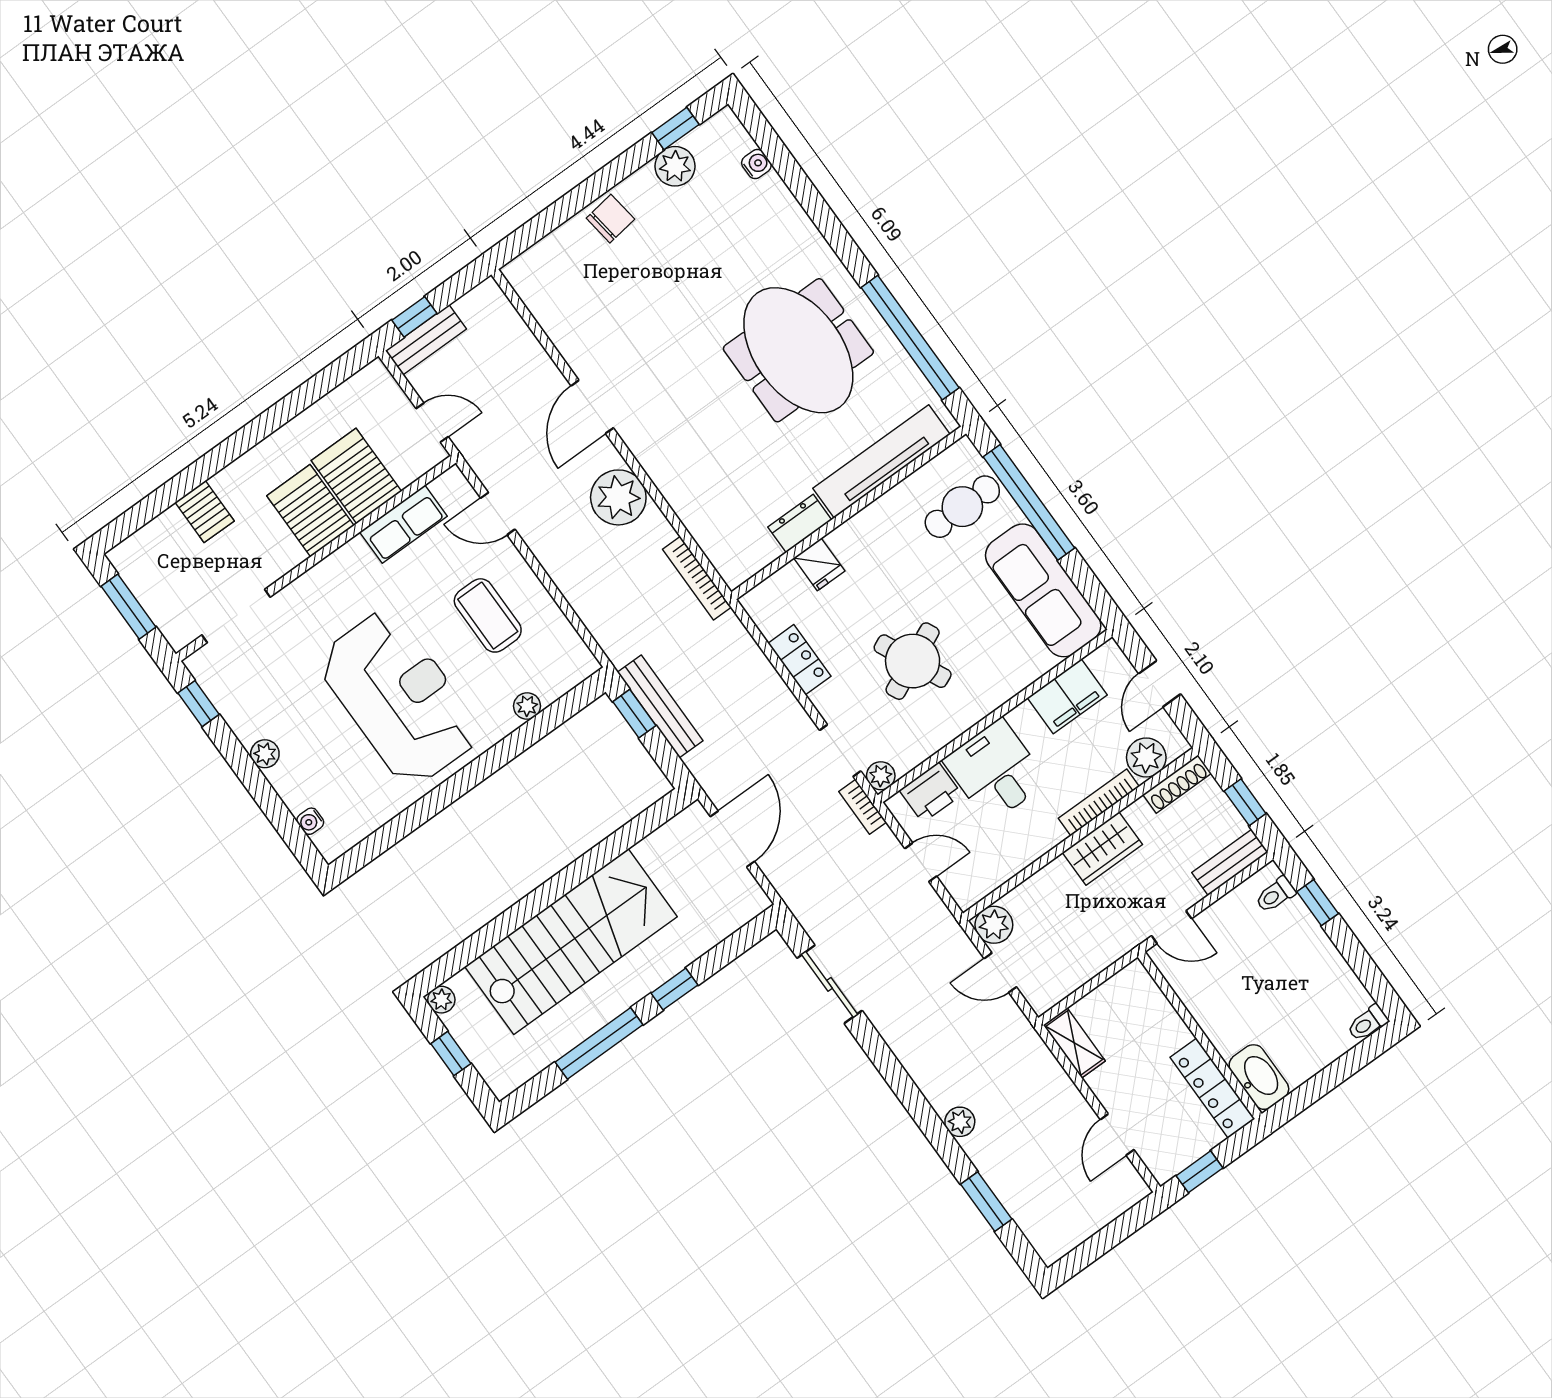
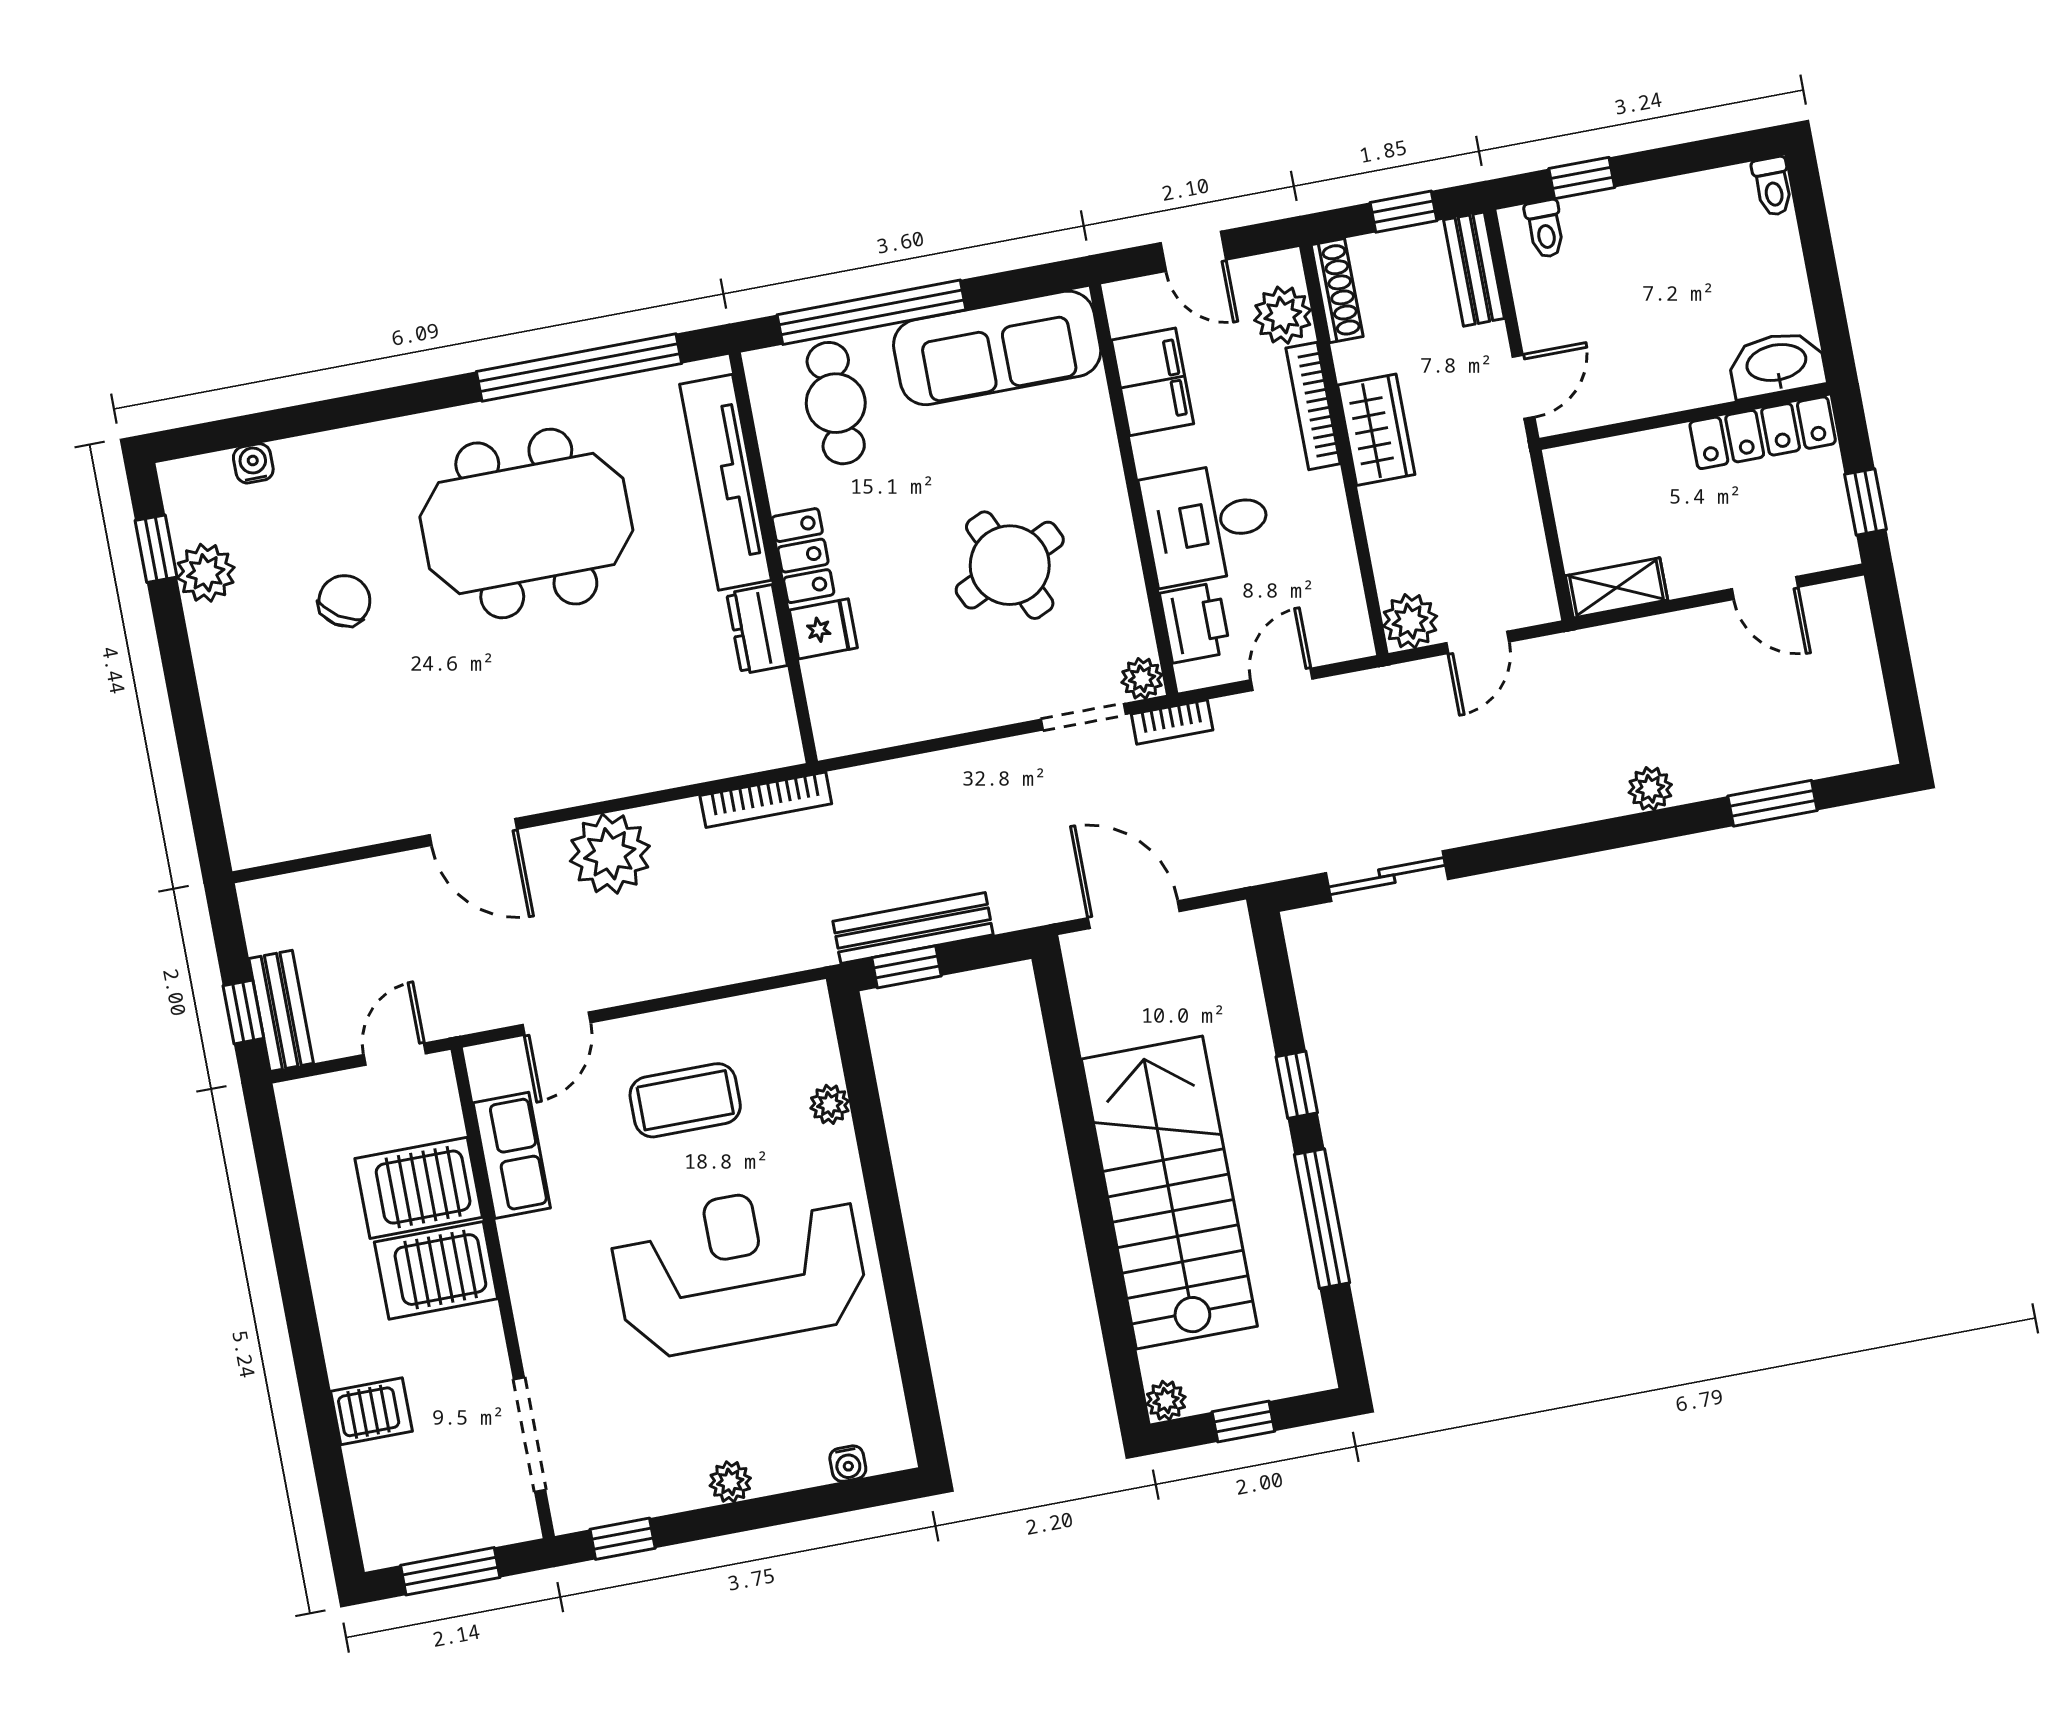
chair: (610, 219) -> (344, 601), moved, turned 41
locker: (800, 660) -> (803, 556), moved, turned 90

